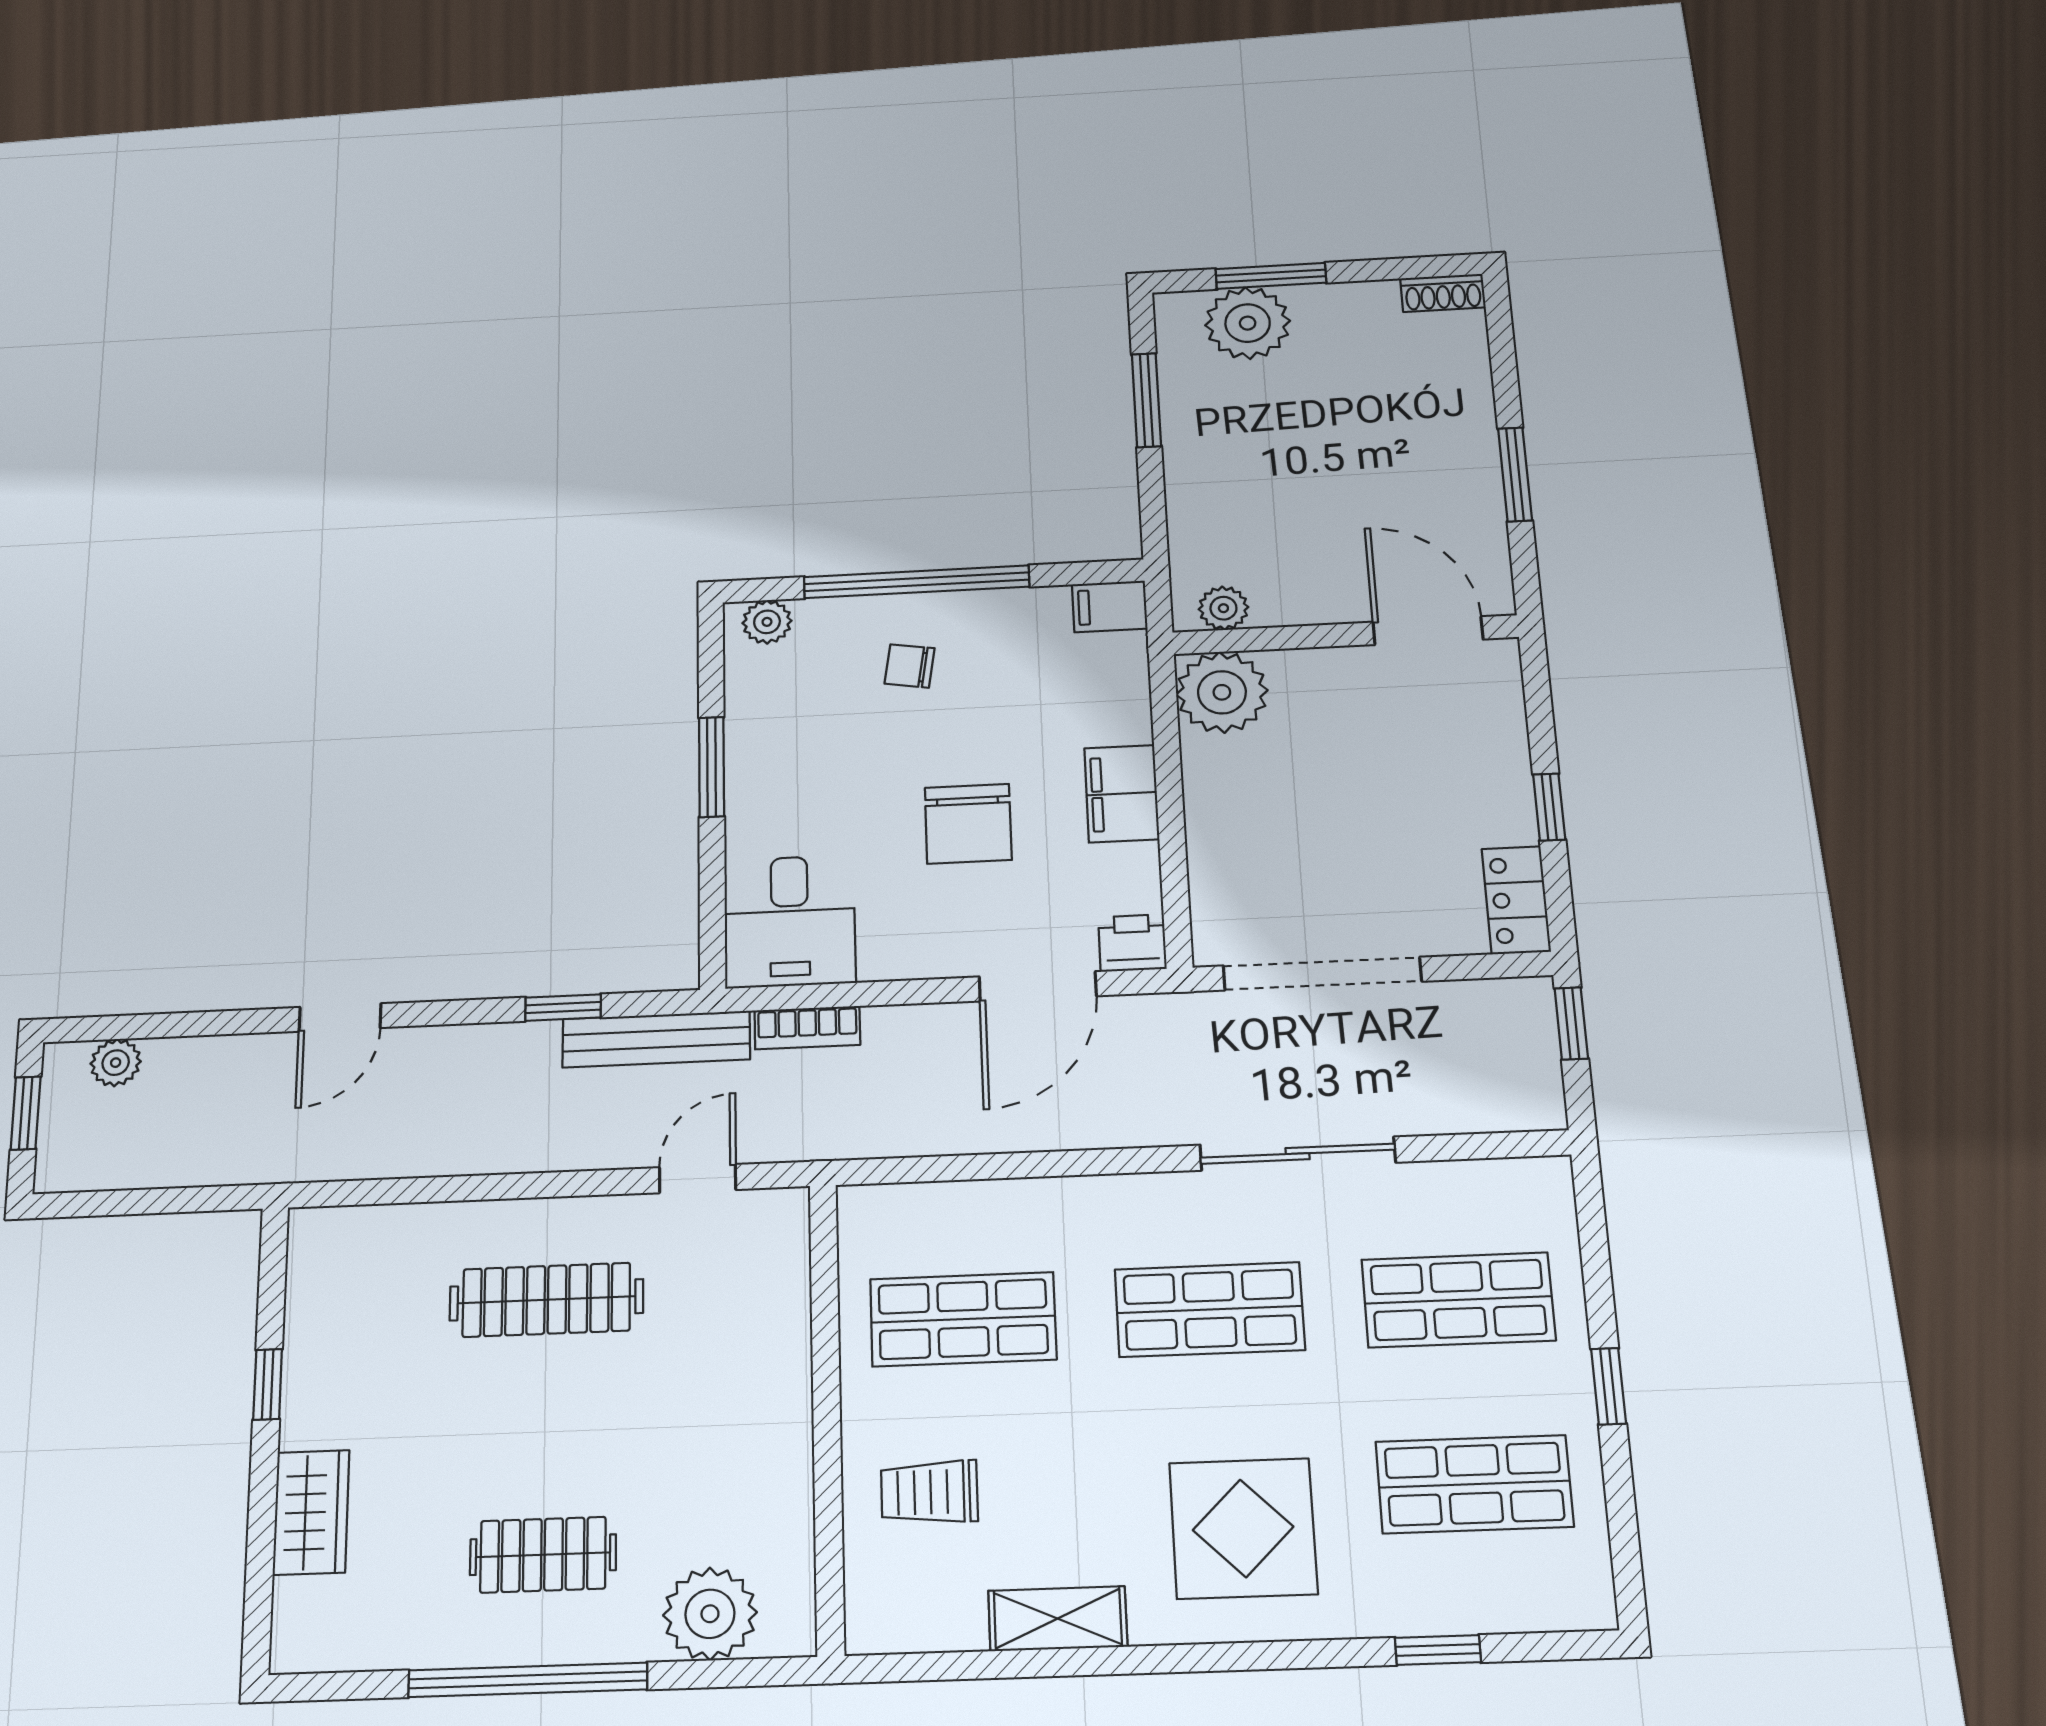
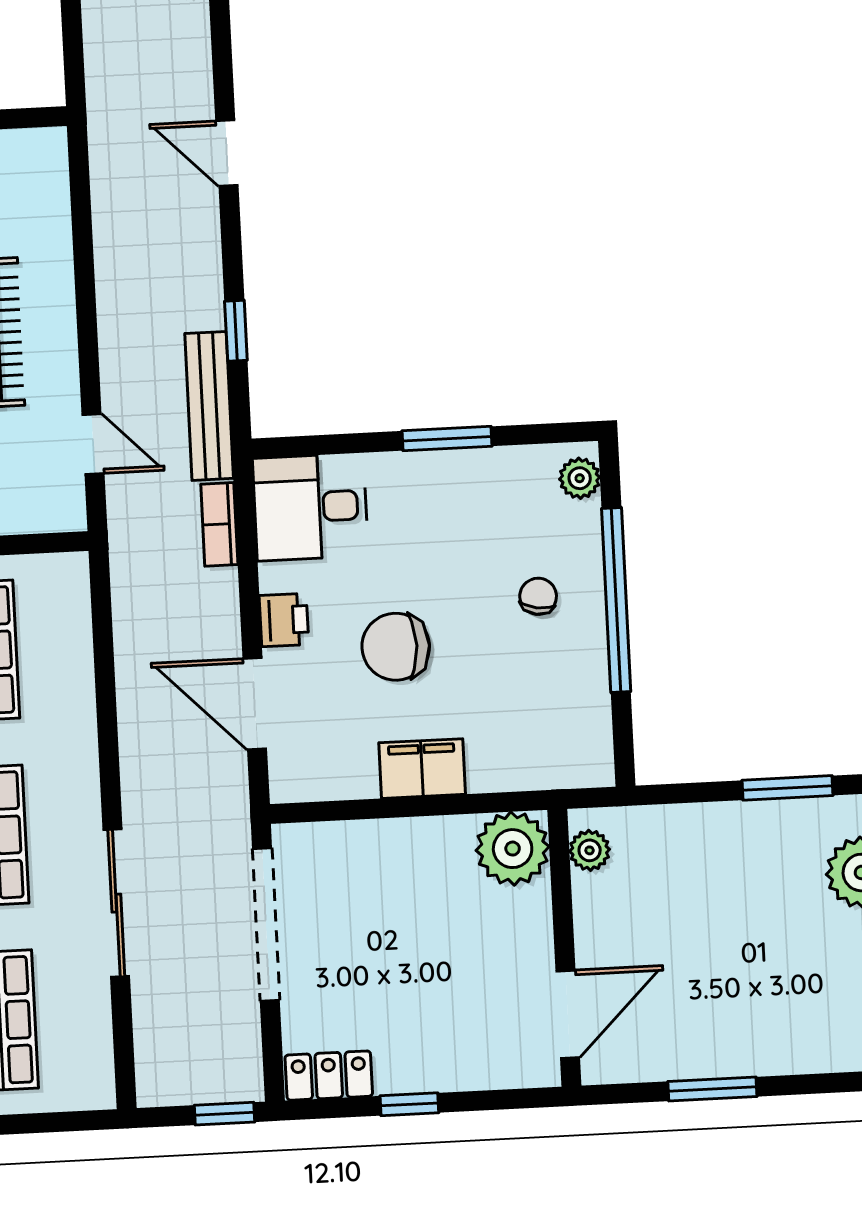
filing cabinet: (1110, 606) -> (592, 758), removed
printer: (1132, 943) -> (284, 620), moved

